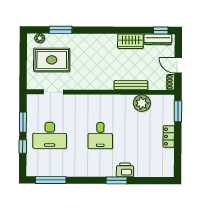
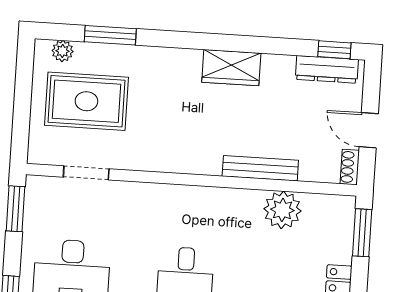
wardrobe: (130, 41) -> (231, 68), moved
window: (23, 122) -> (16, 209), moved

